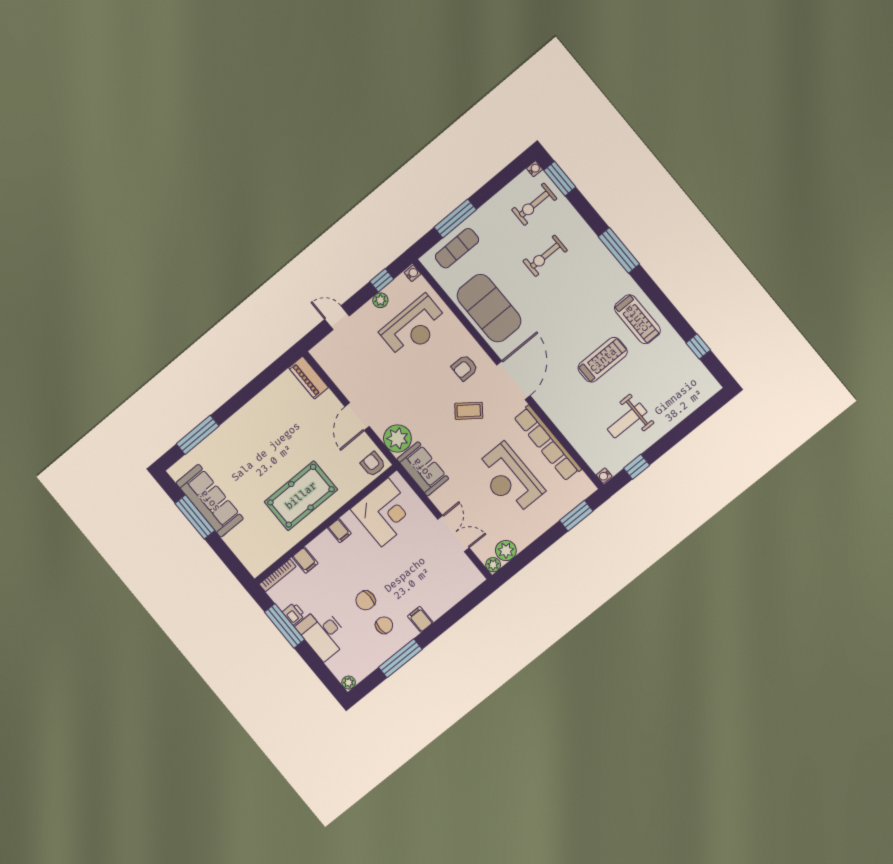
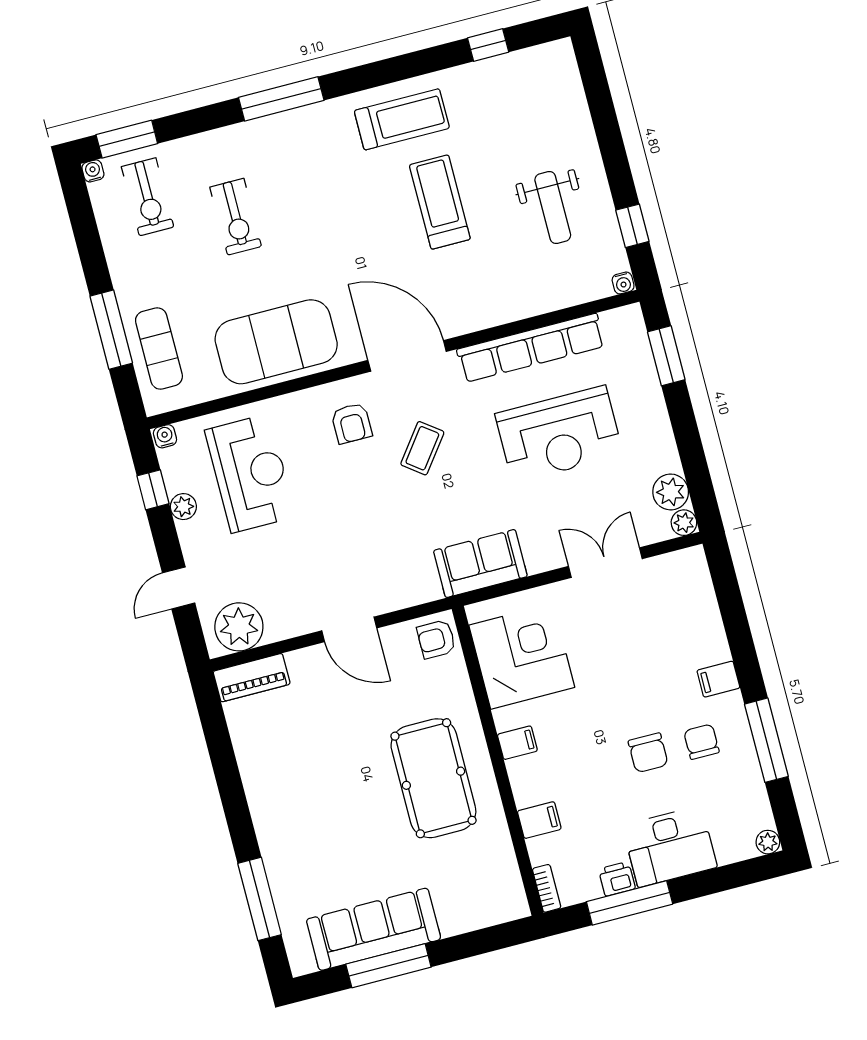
plant: (397, 439) -> (239, 627), moved
bookcase: (277, 575) -> (547, 888), width x0.64

